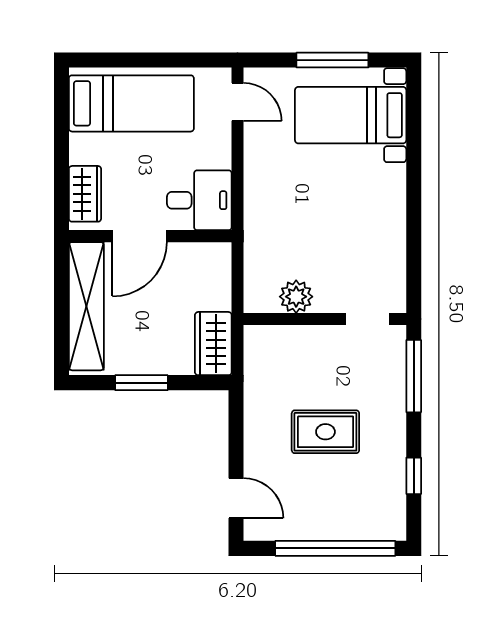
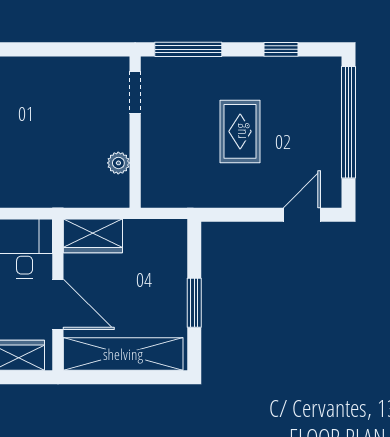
plant: (296, 297) -> (118, 163), width x0.73, depth x0.73
wardrobe: (213, 344) -> (93, 236), moved

